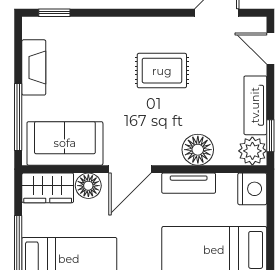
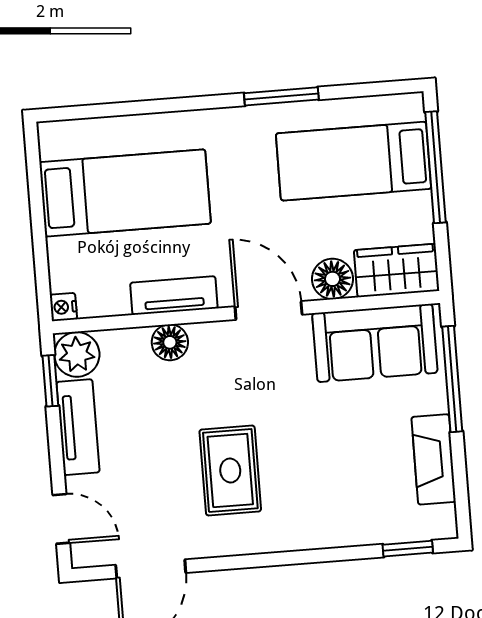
rug: (162, 71) -> (230, 470), turned 90
floor lamp: (198, 150) -> (170, 342), width x0.73, depth x0.73
door: (130, 169) -> (269, 310), hinge flipped
nightstand: (252, 189) -> (63, 307), width x0.53, depth x0.56

